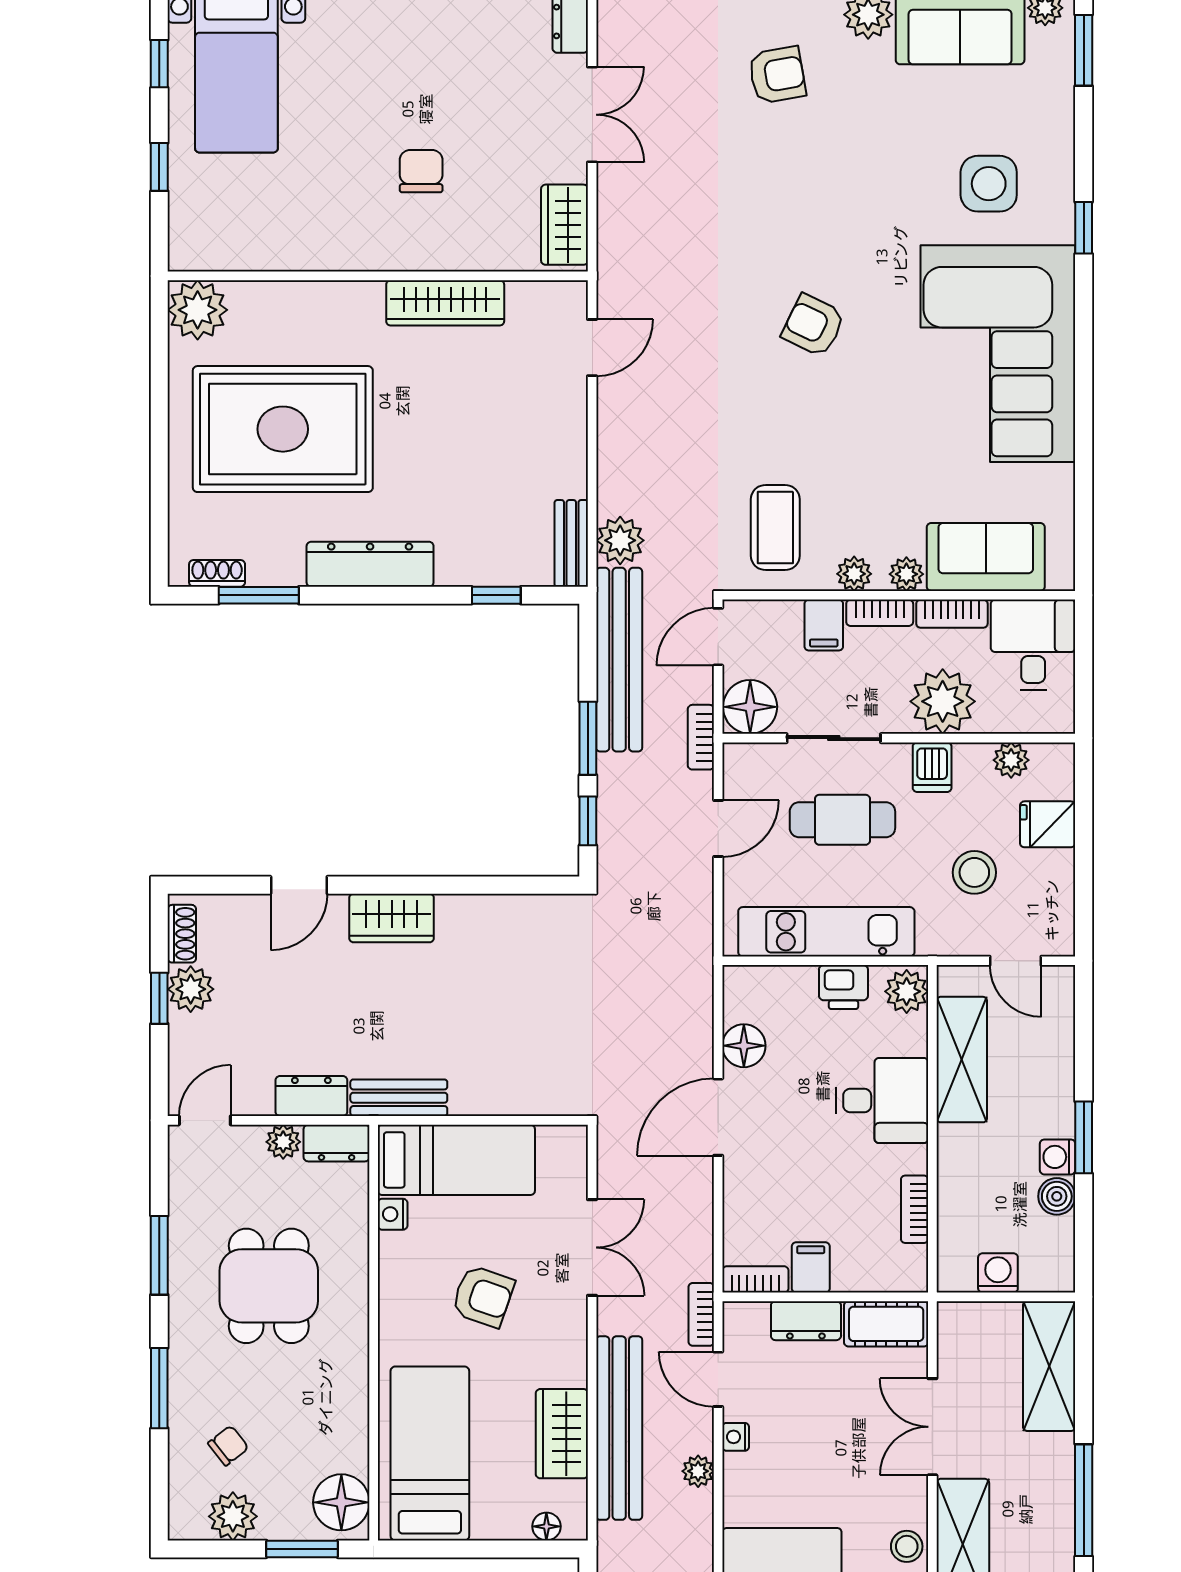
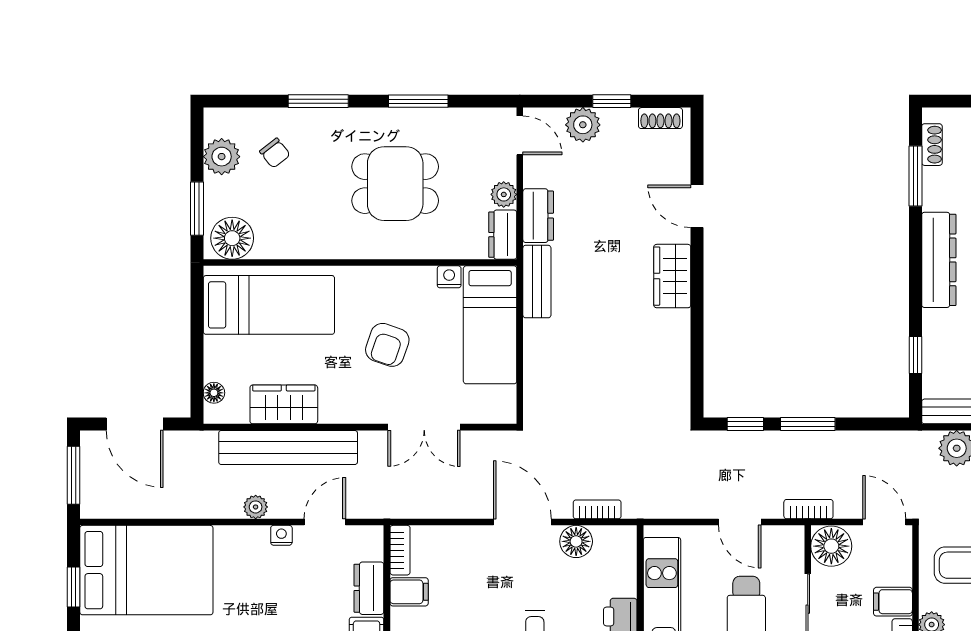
bench: (619, 660) -> (867, 448), removed
plant: (191, 989) -> (583, 125), moved
bookcase: (701, 1314) -> (597, 509), moved

